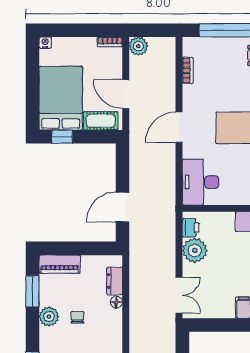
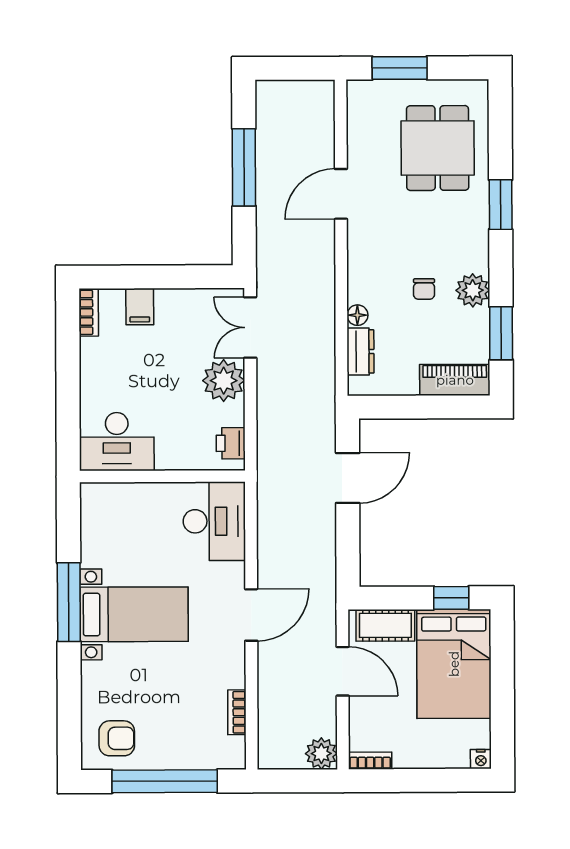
plant: (195, 250) -> (224, 381), moved

